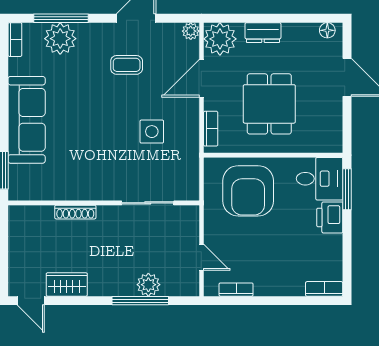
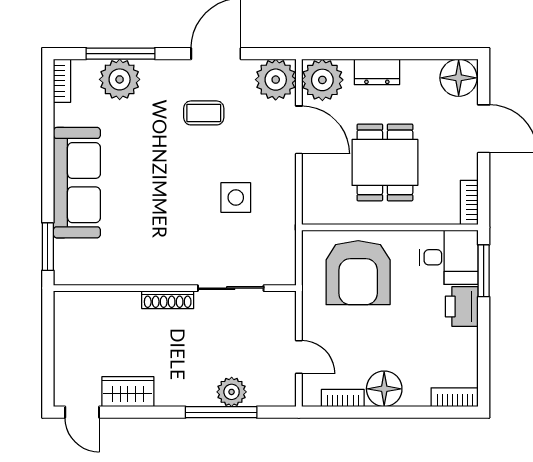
floor lamp: (327, 30) -> (459, 78), width x1.89, depth x1.89
plant: (191, 31) -> (276, 80), width x1.88, depth x1.88
door: (201, 78) -> (299, 130), swing flipped
bookcase: (211, 129) -> (469, 202), moved, turned 180
shoe rack: (75, 212) -> (168, 300), moved
floor lamp: (269, 282) -> (384, 389), added

